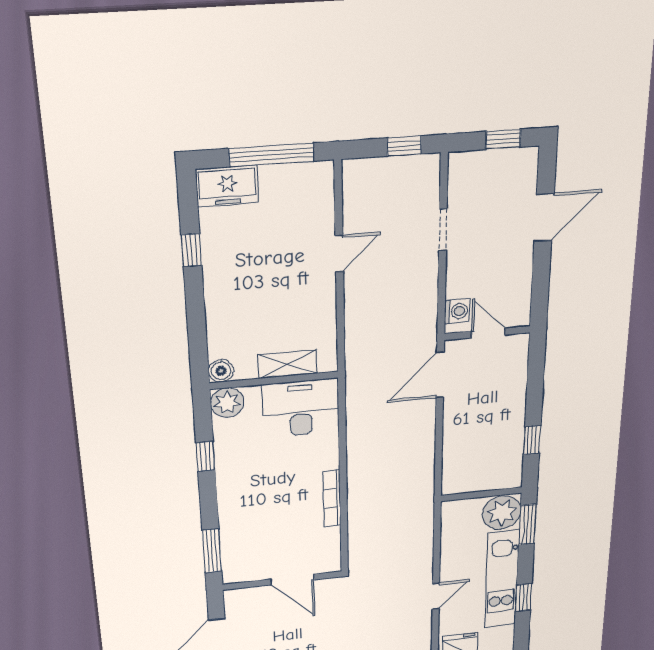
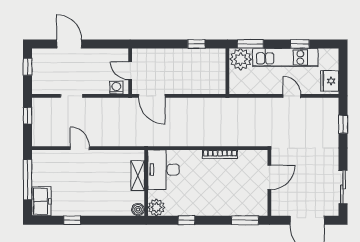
door: (488, 333) -> (130, 71), hinge flipped

